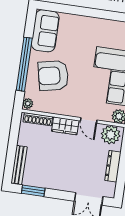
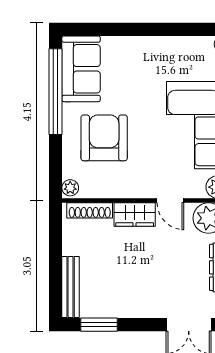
window: (24, 64) -> (56, 92), moved
armchair: (53, 76) -> (104, 138), turned 102

